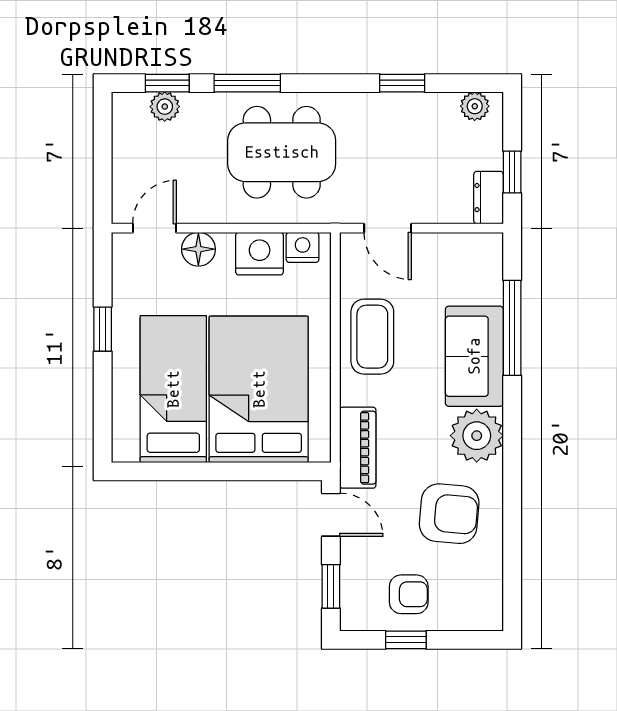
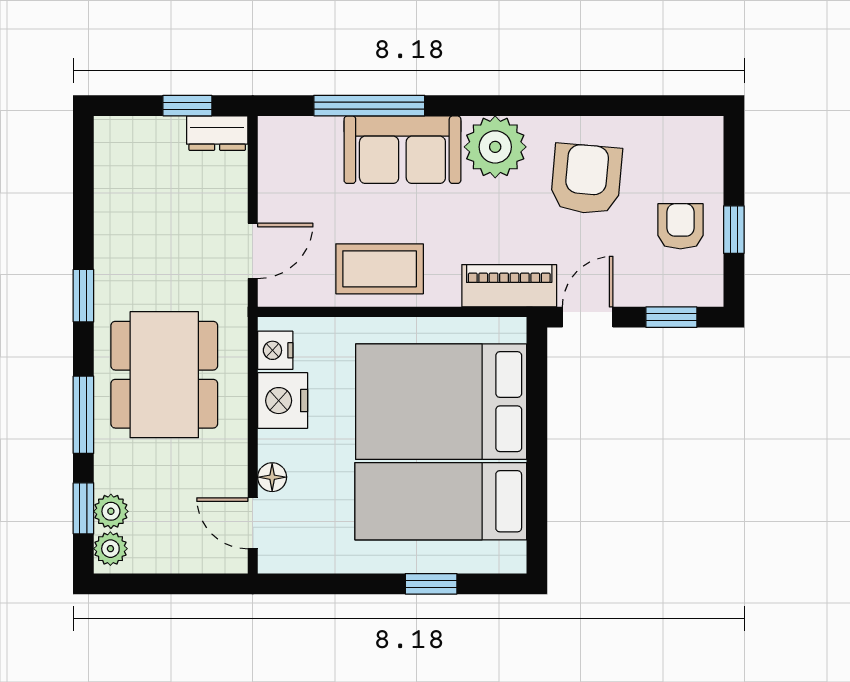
window: (402, 83) -> (83, 296), moved
plant: (475, 106) -> (110, 549), moved
floor lamp: (198, 249) -> (272, 477), width x0.73, depth x0.73
window: (103, 329) -> (431, 584), moved

